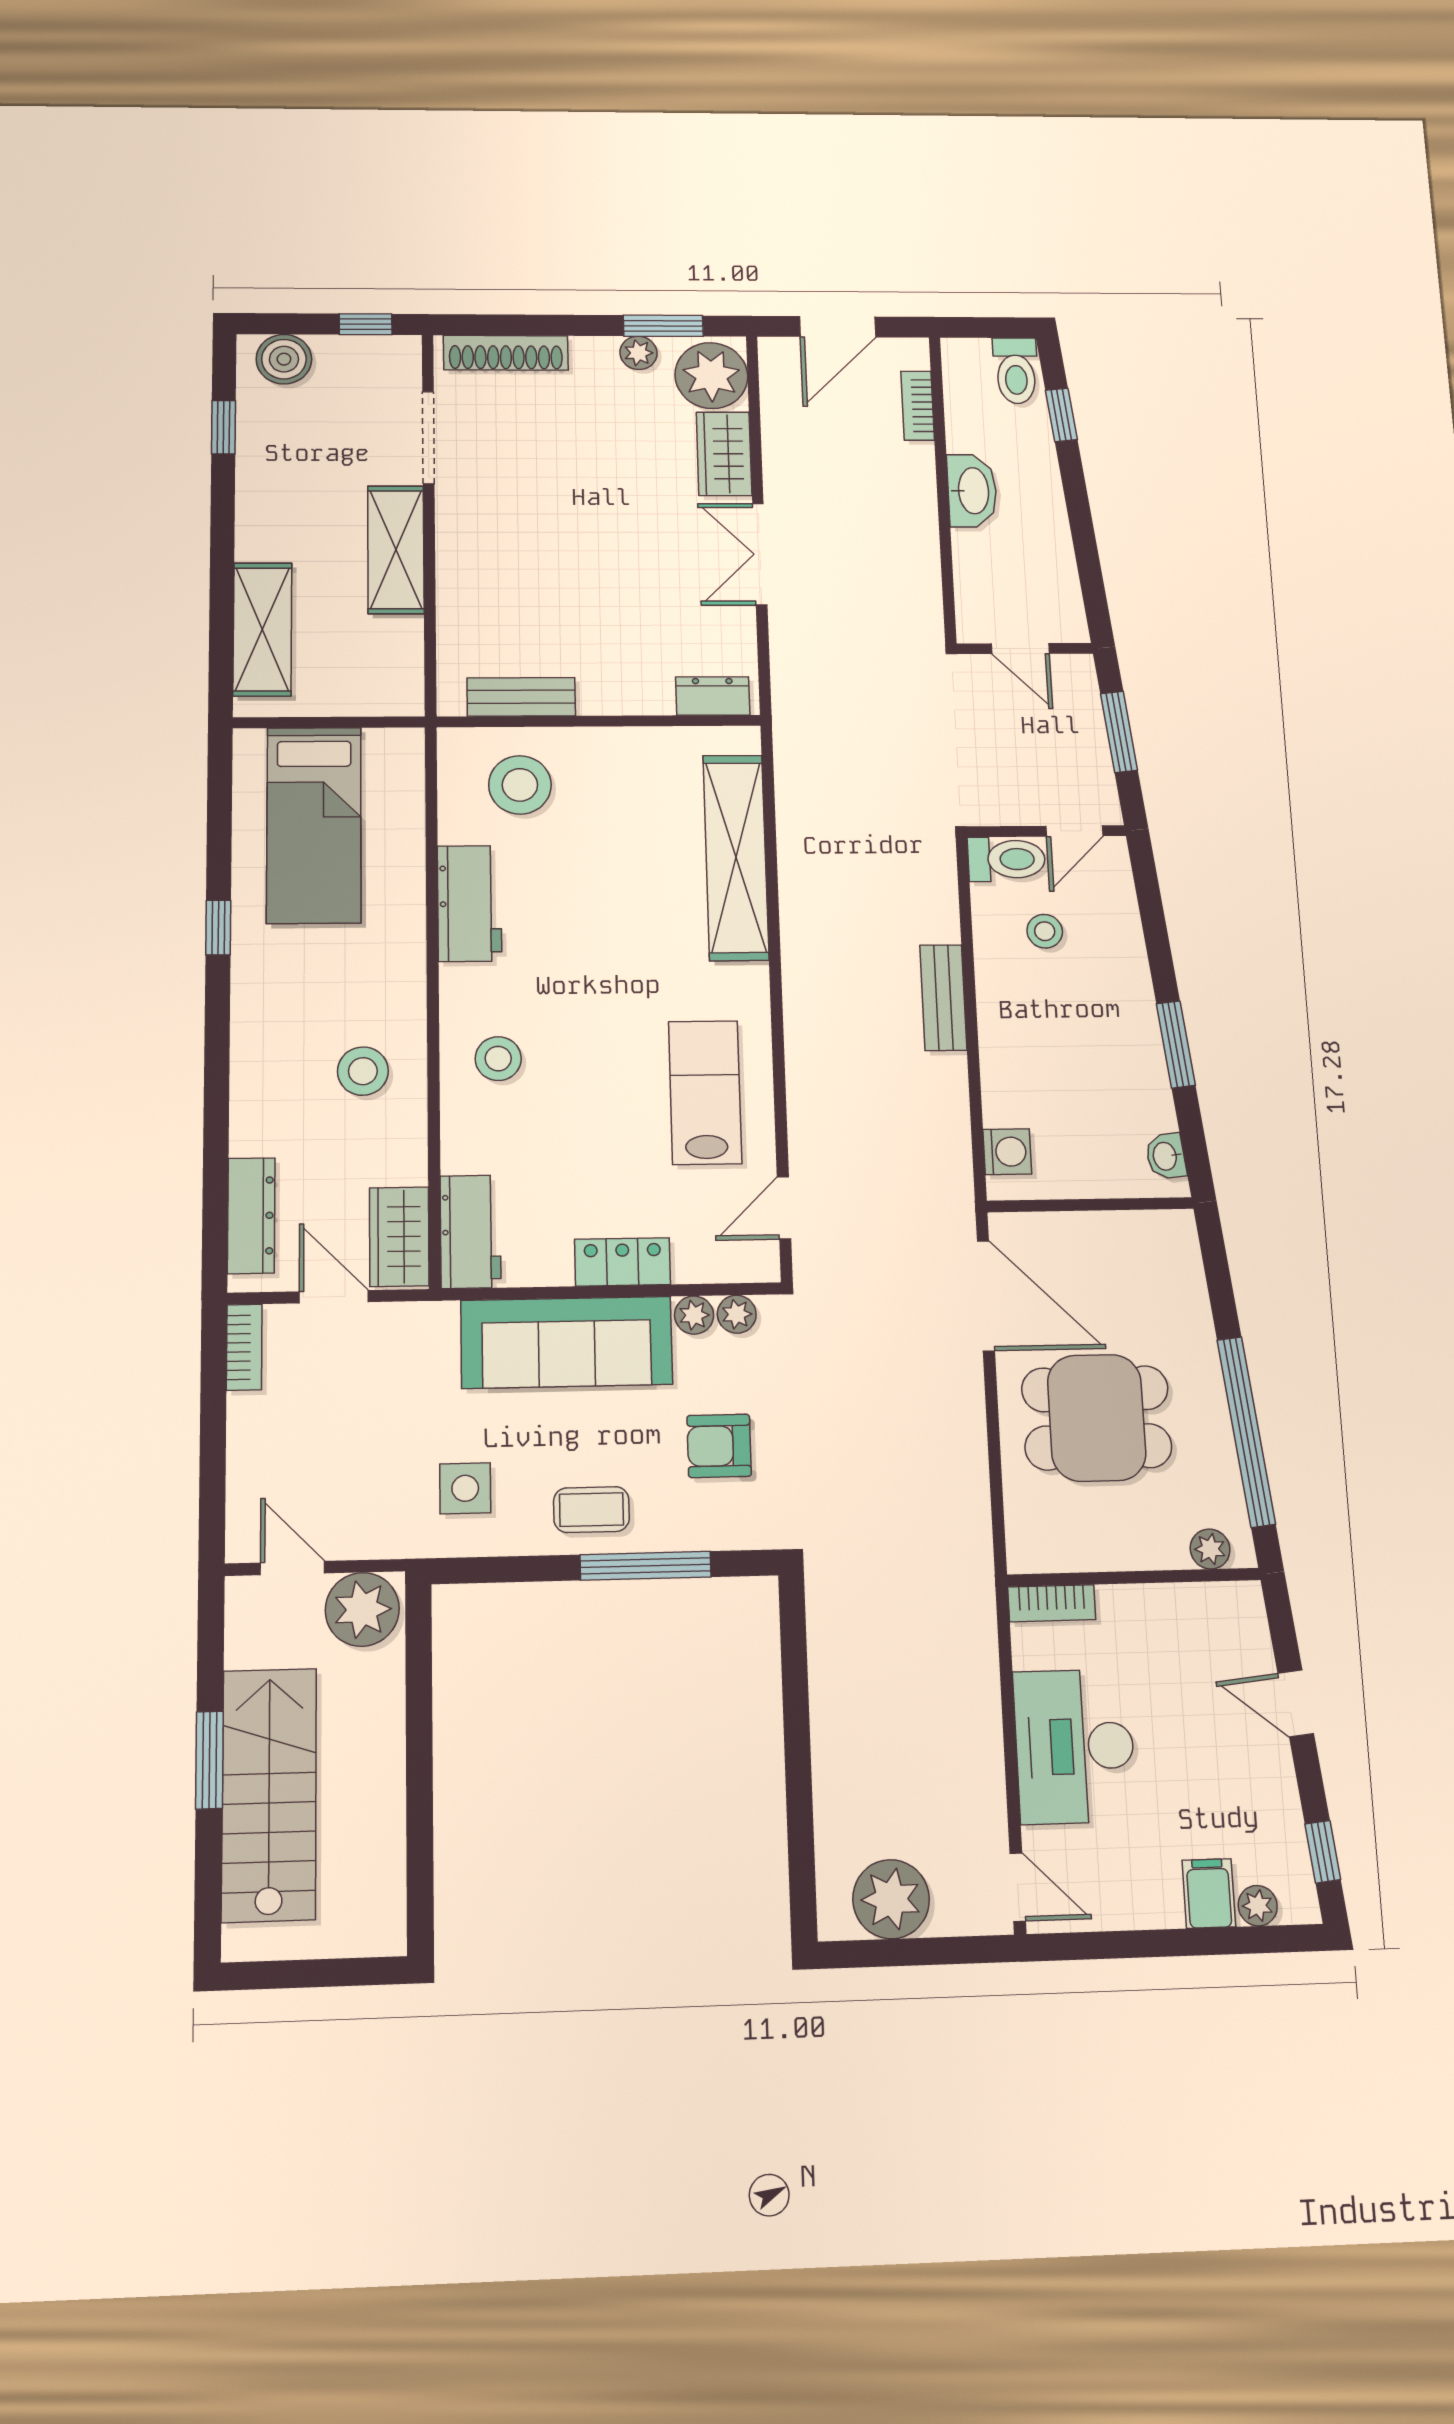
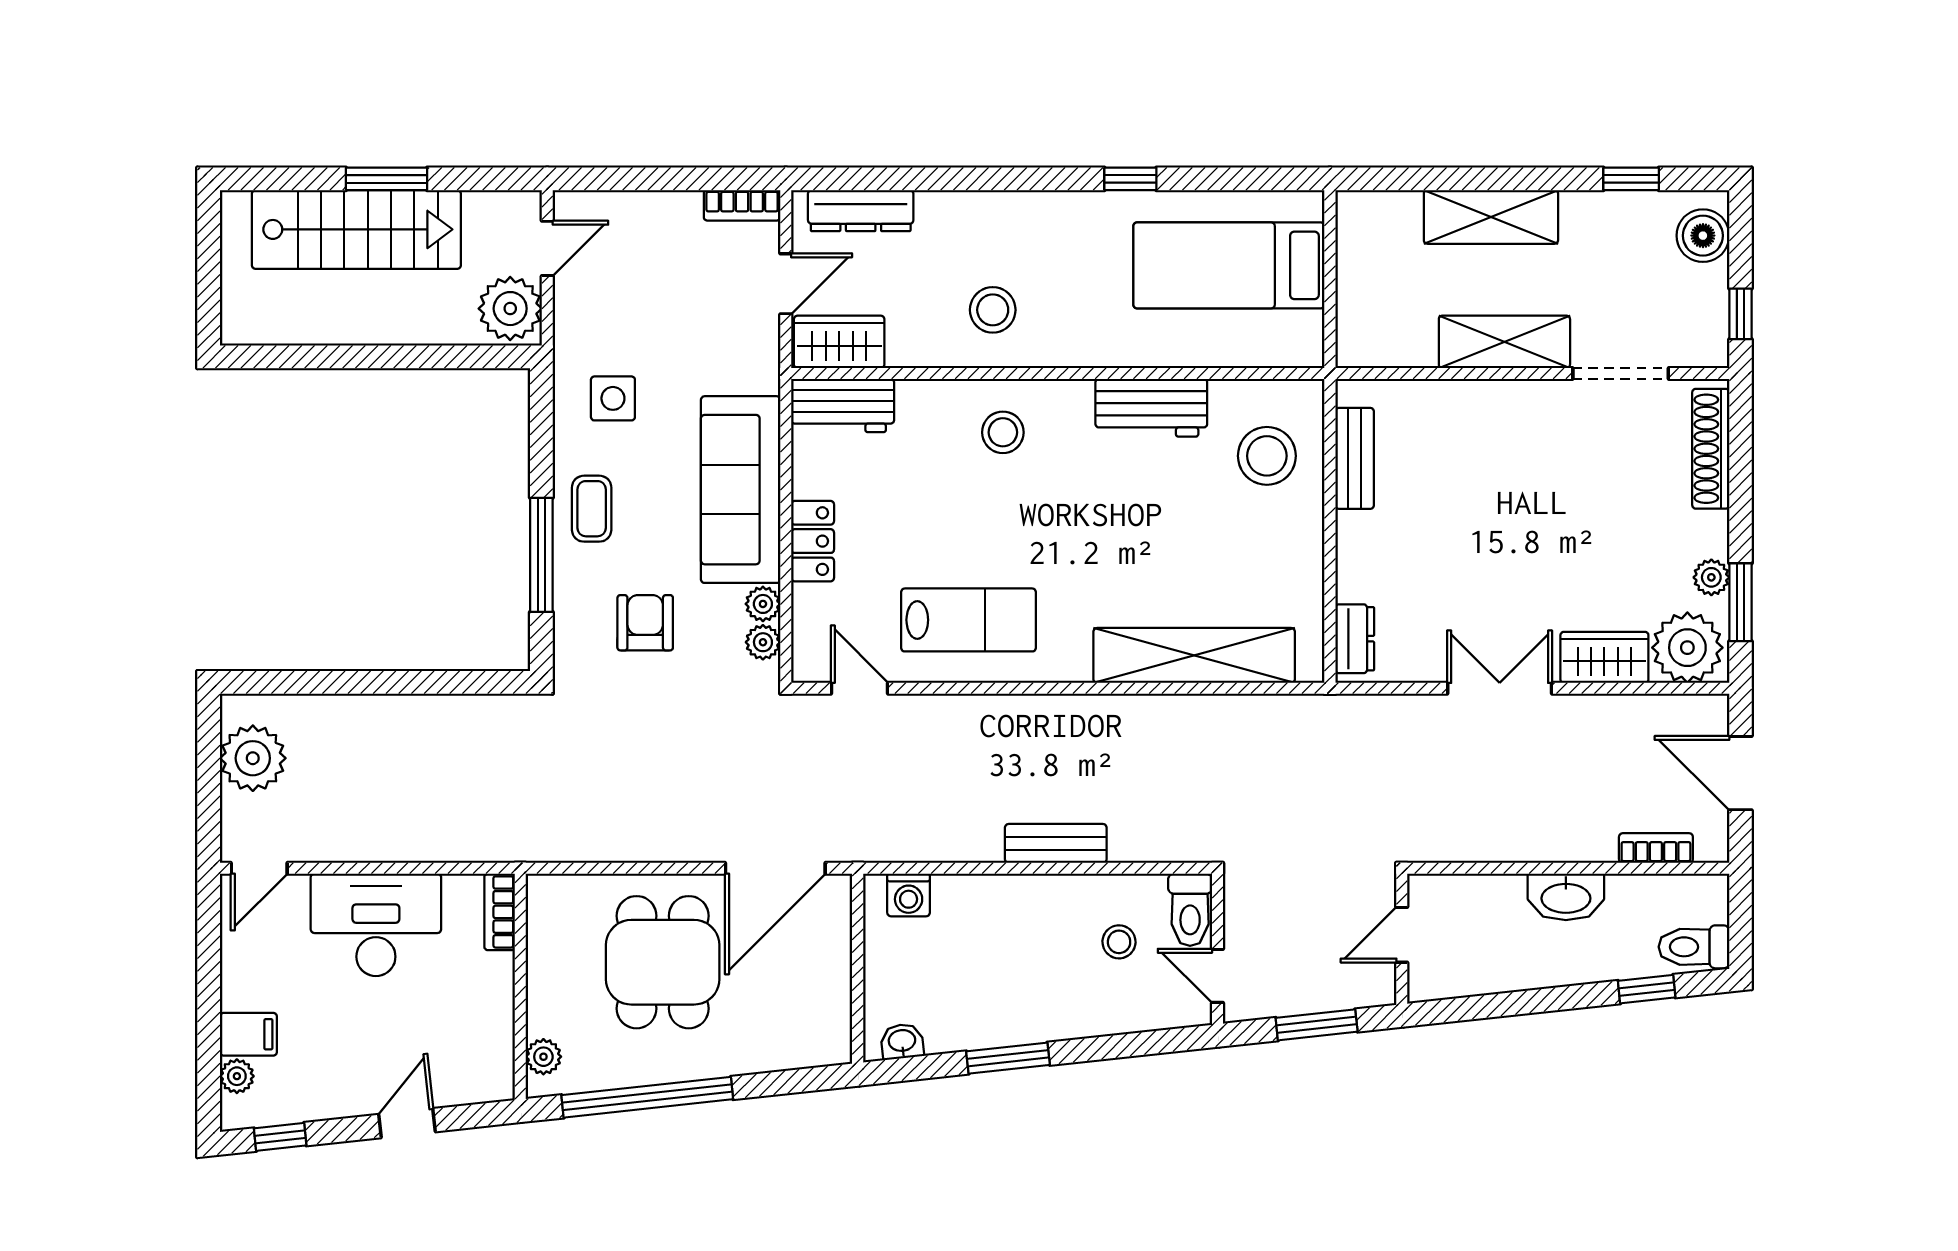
shelving: (262, 629) -> (1491, 217), moved

